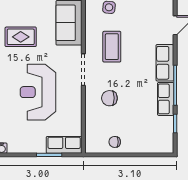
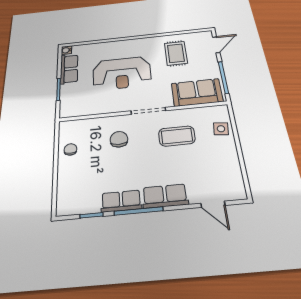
reception desk: (38, 92) -> (122, 73), turned 180
row of seats: (64, 145) -> (69, 69), moved

